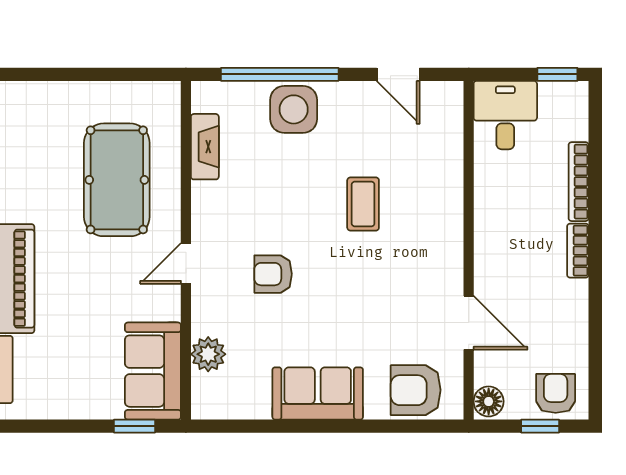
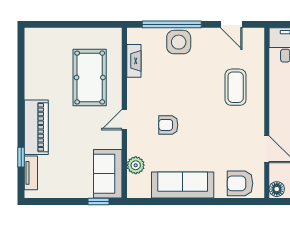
coffee table: (363, 204) -> (236, 87), moved, width x1.36, depth x1.30
sofa: (318, 393) -> (183, 185), width x1.36

